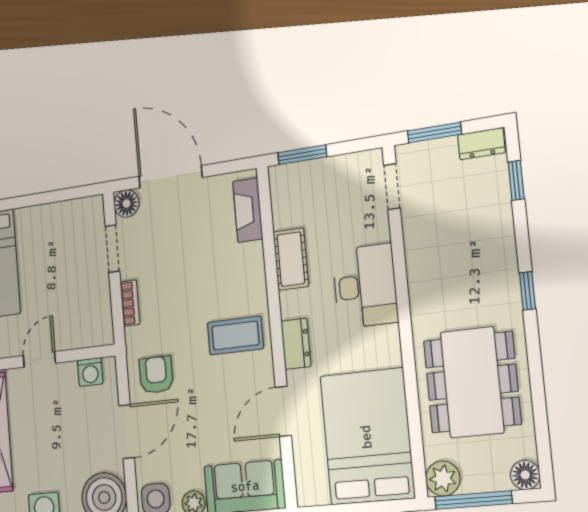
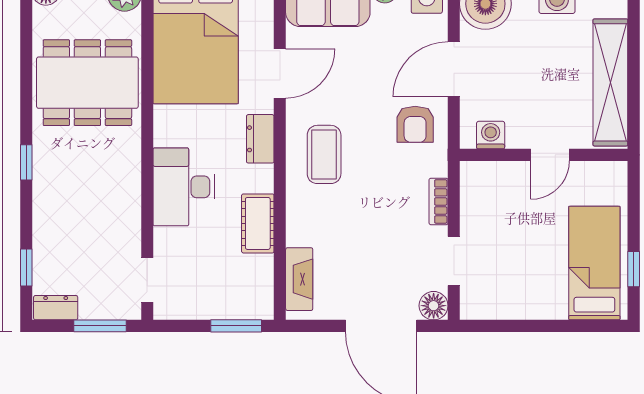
coffee table: (235, 336) -> (324, 154), turned 90
dining table: (472, 382) -> (87, 83), turned 90

